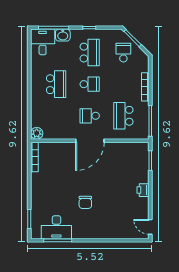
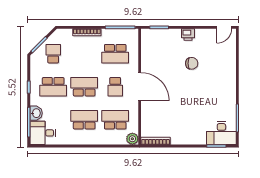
school desk: (90, 53) -> (53, 87), turned 180
school desk: (123, 53) -> (53, 54), turned 90
school desk: (90, 84) -> (84, 87), width x1.85
school desk: (56, 116) -> (115, 120), added
chair: (85, 202) -> (192, 63), moved
desk: (56, 227) -> (221, 133), moved, turned 90

